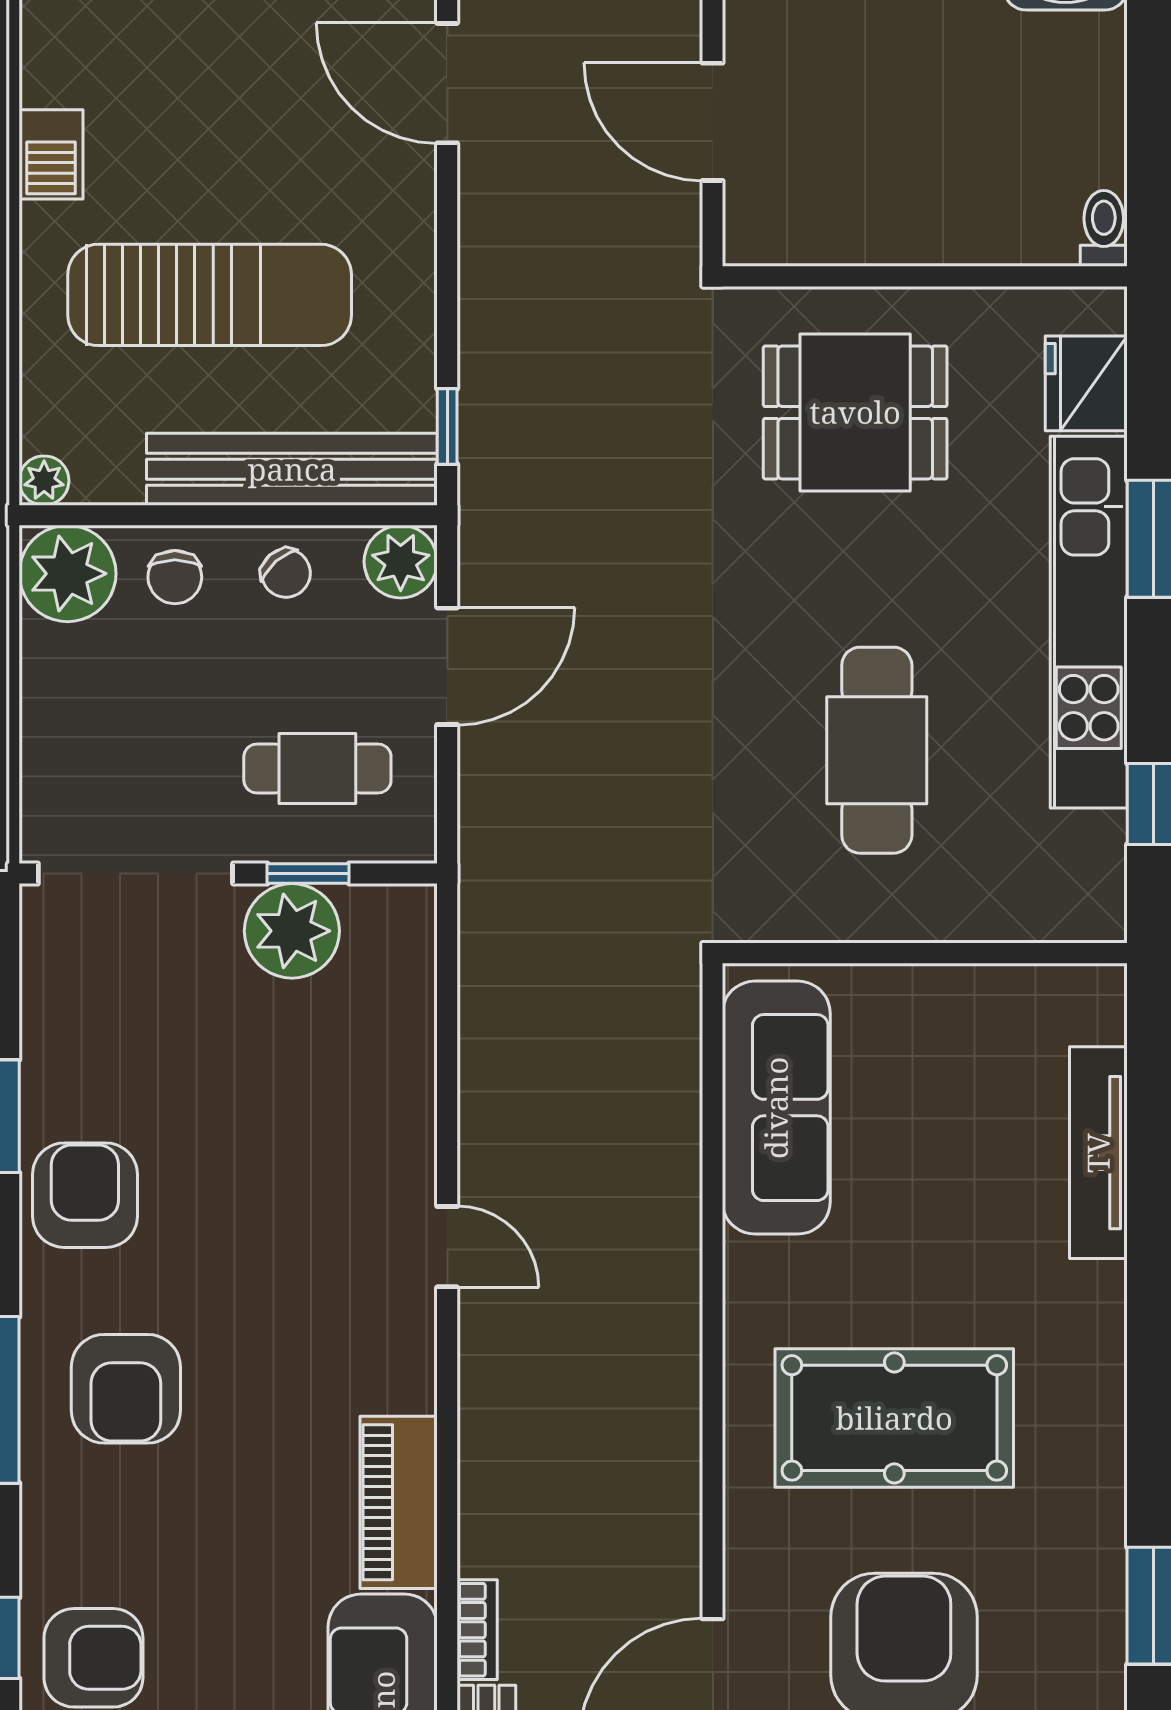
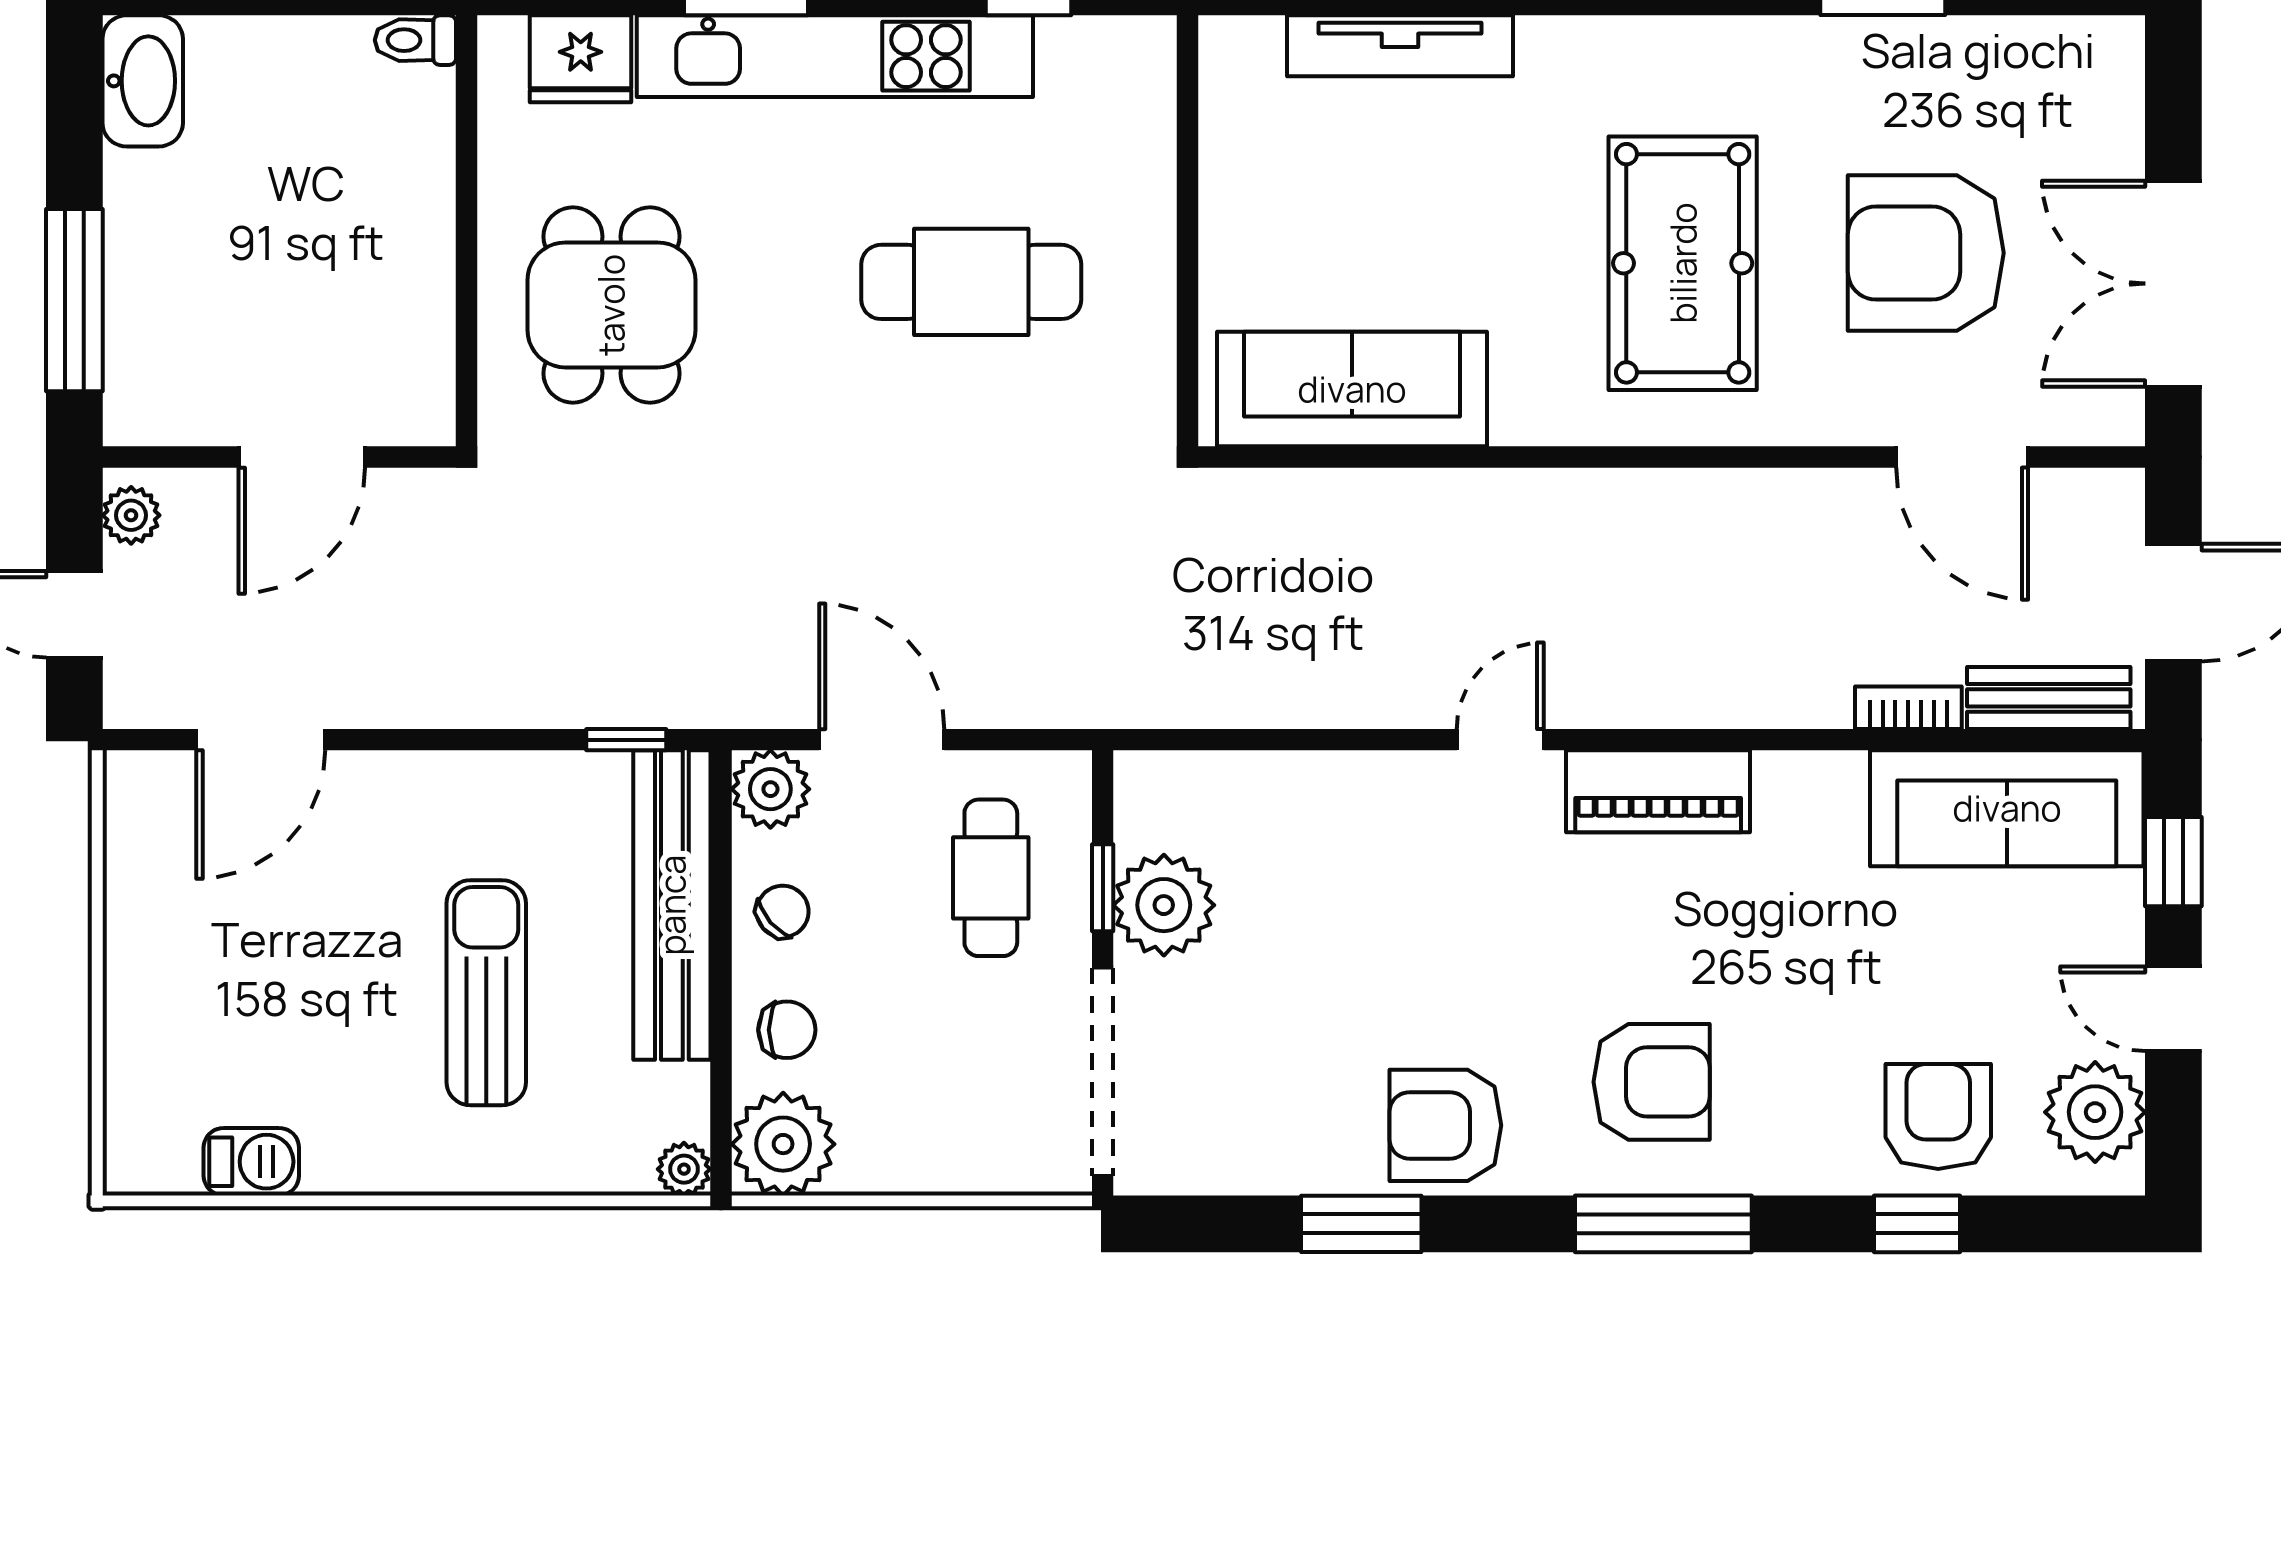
barbecue: (51, 154) -> (251, 1162), moved
sun lounger: (210, 295) -> (486, 993), width x0.73, depth x0.75
piano: (399, 1502) -> (1658, 791), moved

